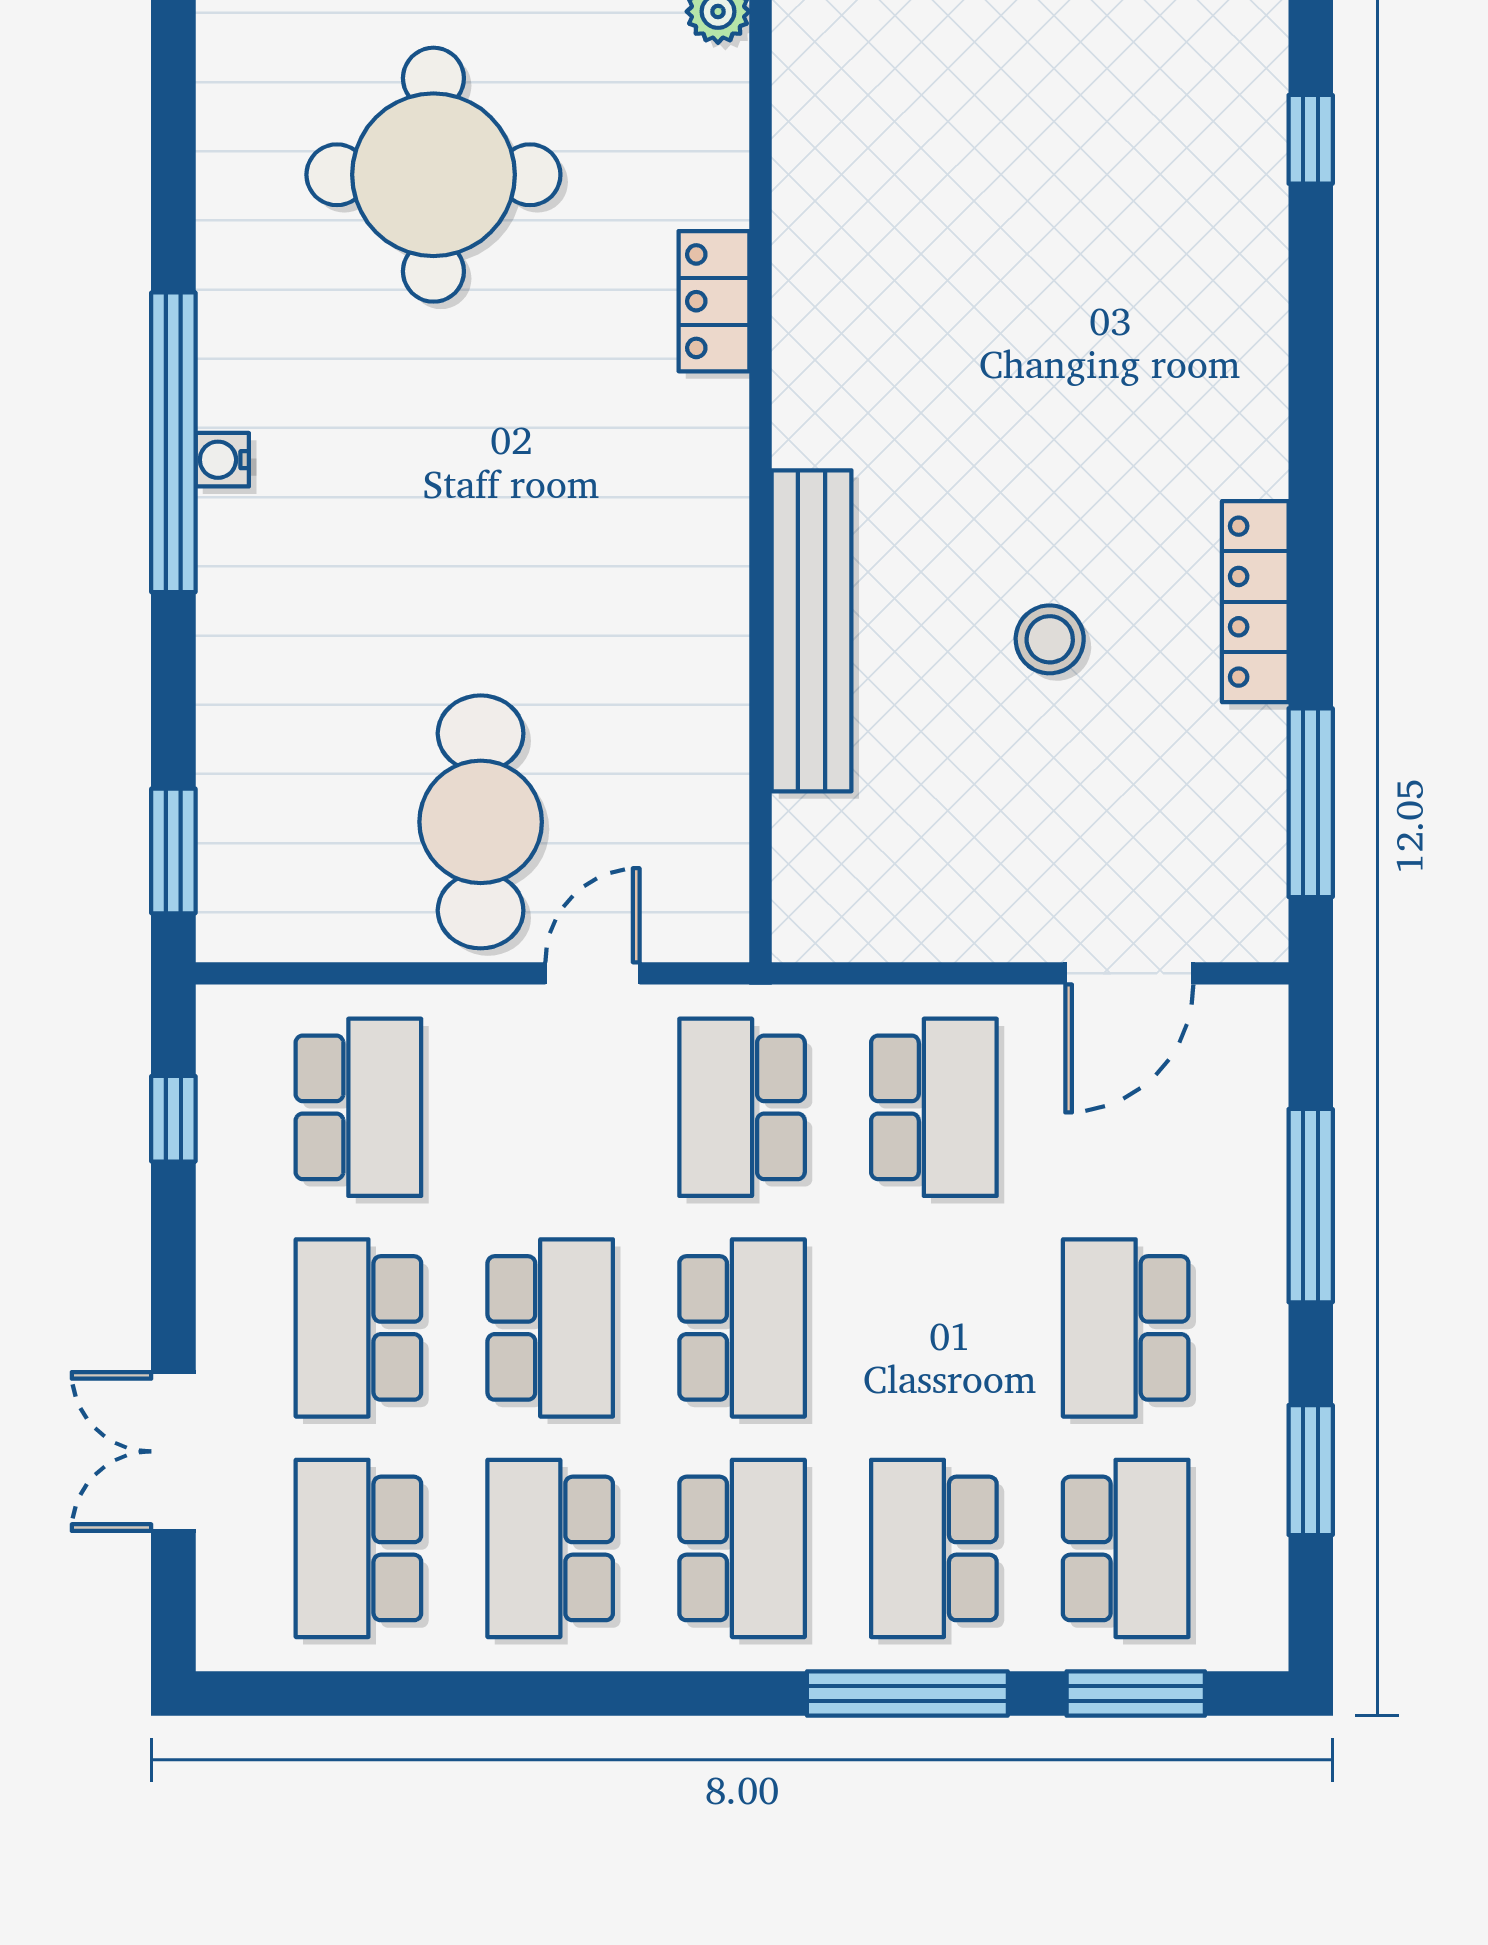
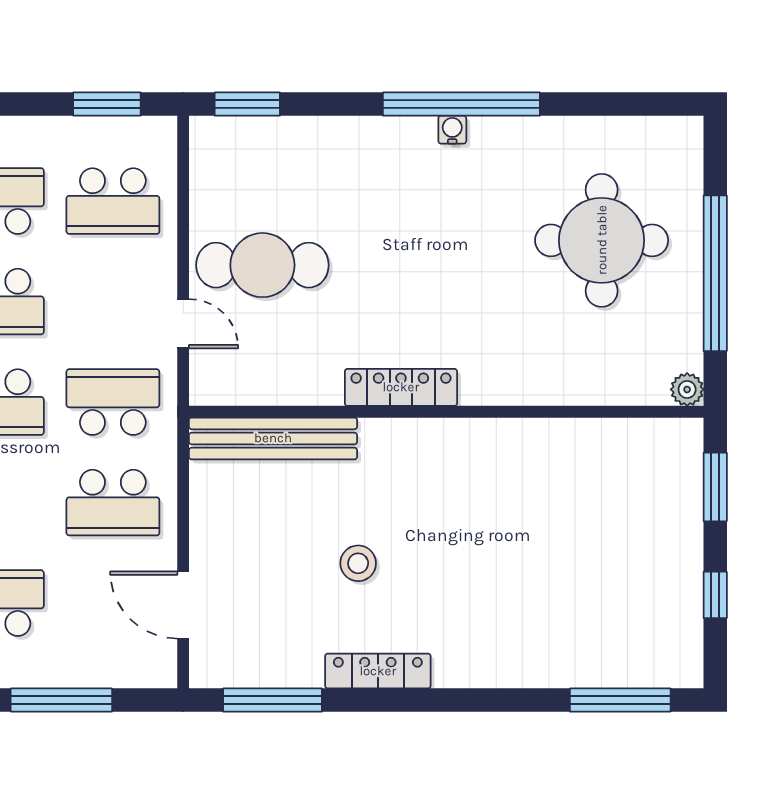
window: (1311, 139) -> (620, 700), width x2.17
locker: (714, 301) -> (401, 387), moved, width x1.53
bench: (812, 631) -> (273, 438), moved
window: (173, 1119) -> (107, 104), width x1.50

